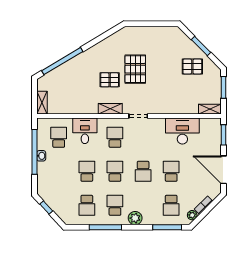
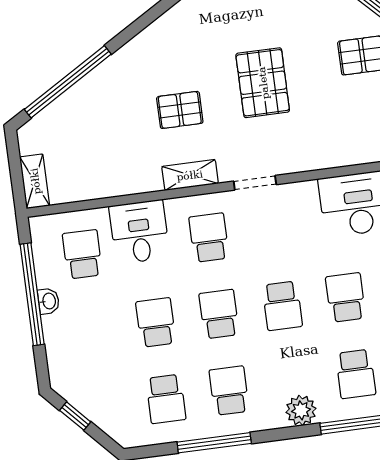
pallet: (135, 69) -> (263, 83), moved
plant: (135, 218) -> (301, 410), moved

